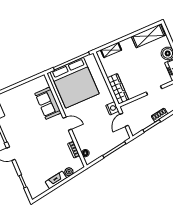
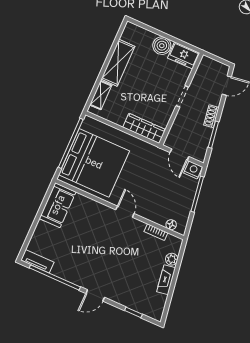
shelving: (148, 36) -> (118, 63), moved
sofa: (48, 103) -> (58, 205), moved, turned -90
nightstand: (112, 108) -> (193, 170), moved
door: (67, 124) -> (125, 212), hinge flipped

